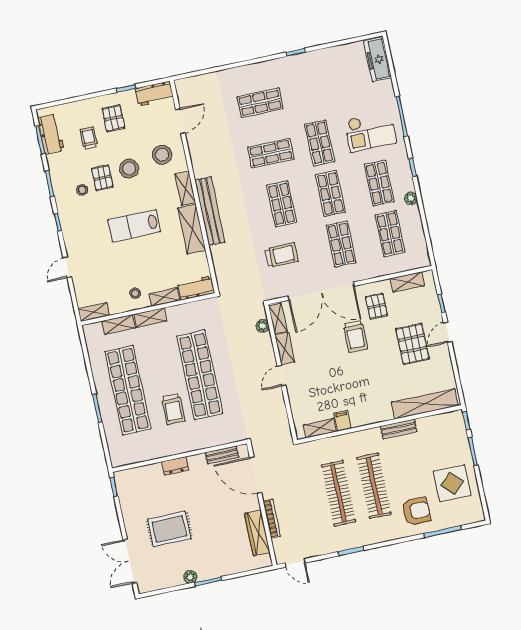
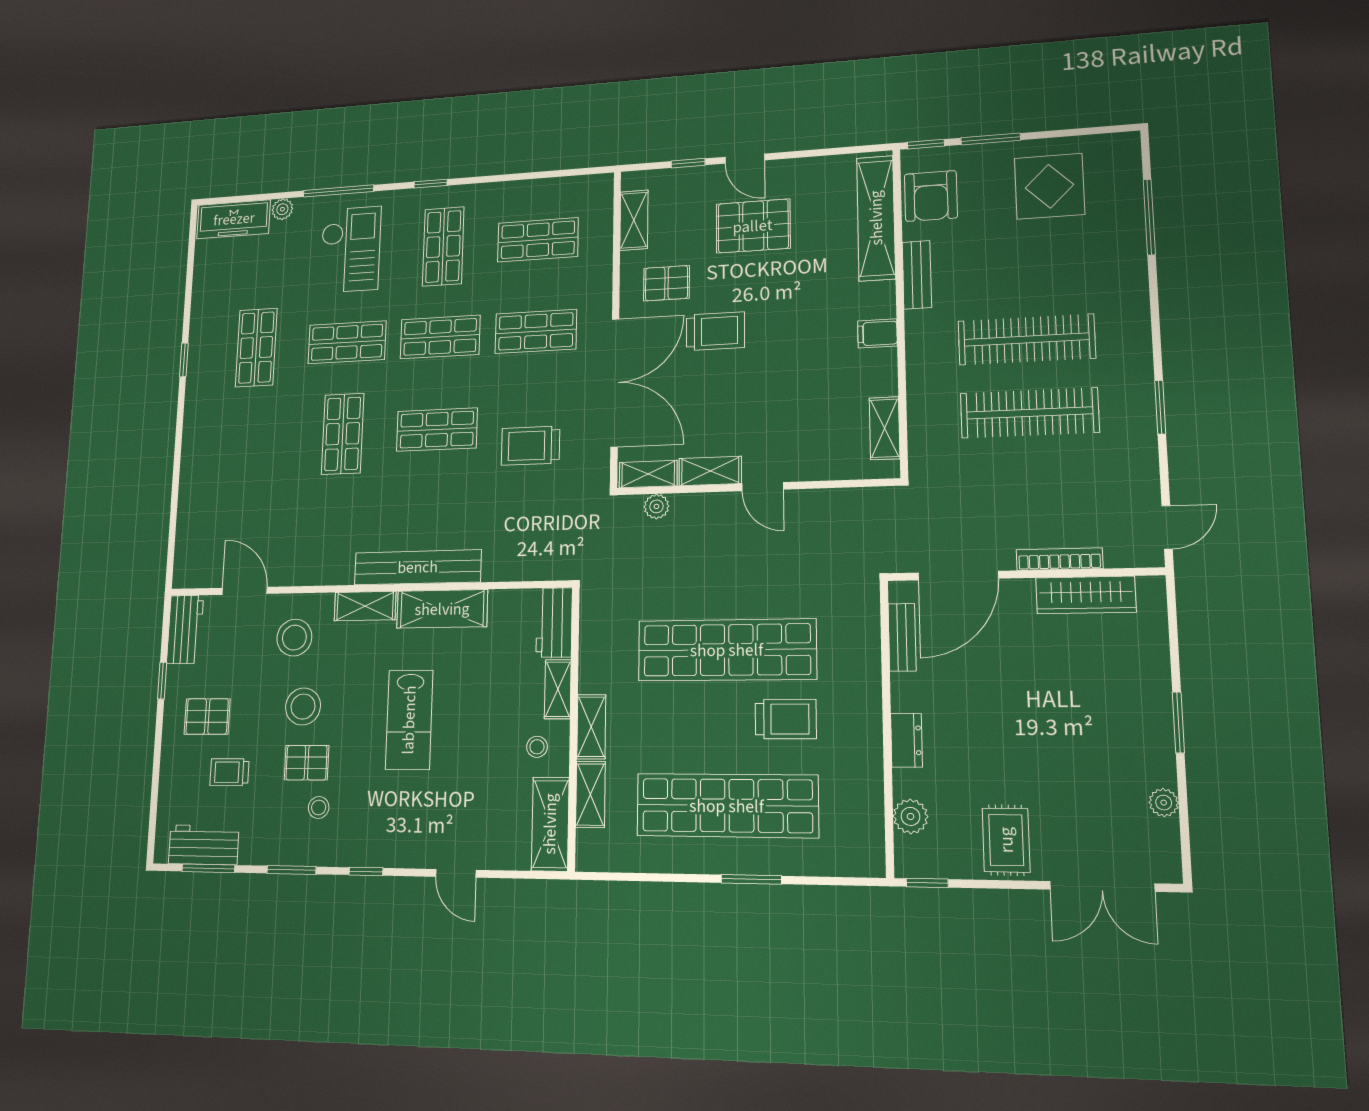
shop shelf: (260, 103) -> (256, 348), moved
shop shelf: (379, 183) -> (443, 246), turned 90
plant: (411, 198) -> (282, 209), moved
trolley: (282, 255) -> (531, 446), turned -90
shelving: (94, 312) -> (550, 824), width x1.50, depth x1.33
filing cabinet: (343, 421) -> (877, 333), moved
plant: (142, 474) -> (910, 816), added
armchair: (416, 511) -> (931, 196), moved, turned 180
rug: (169, 529) -> (1006, 840), moved, width x0.73, depth x0.70
plant: (190, 577) -> (1164, 803), moved

